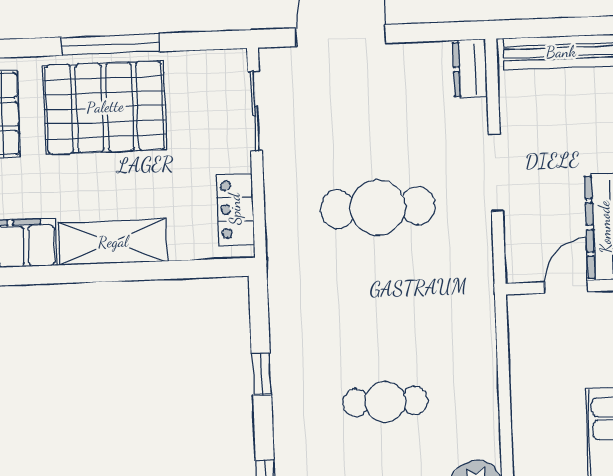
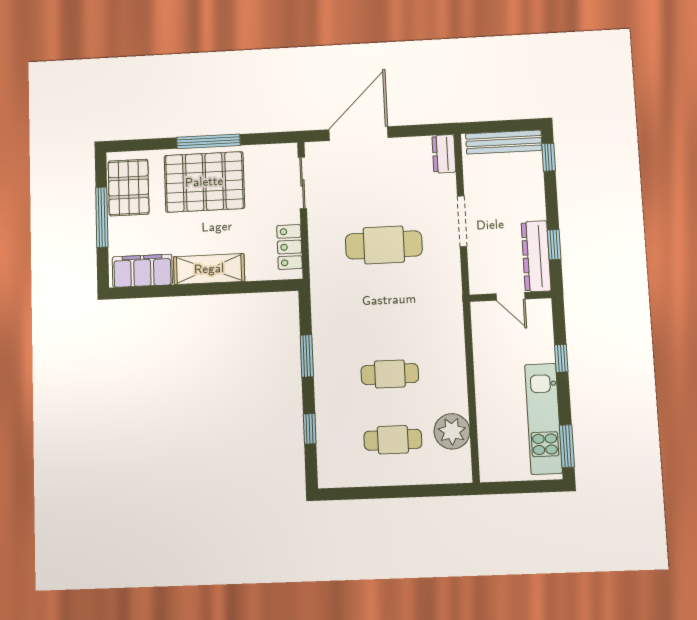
door: (566, 287) -> (511, 296), swing flipped
window: (261, 374) -> (307, 356), width x1.50

